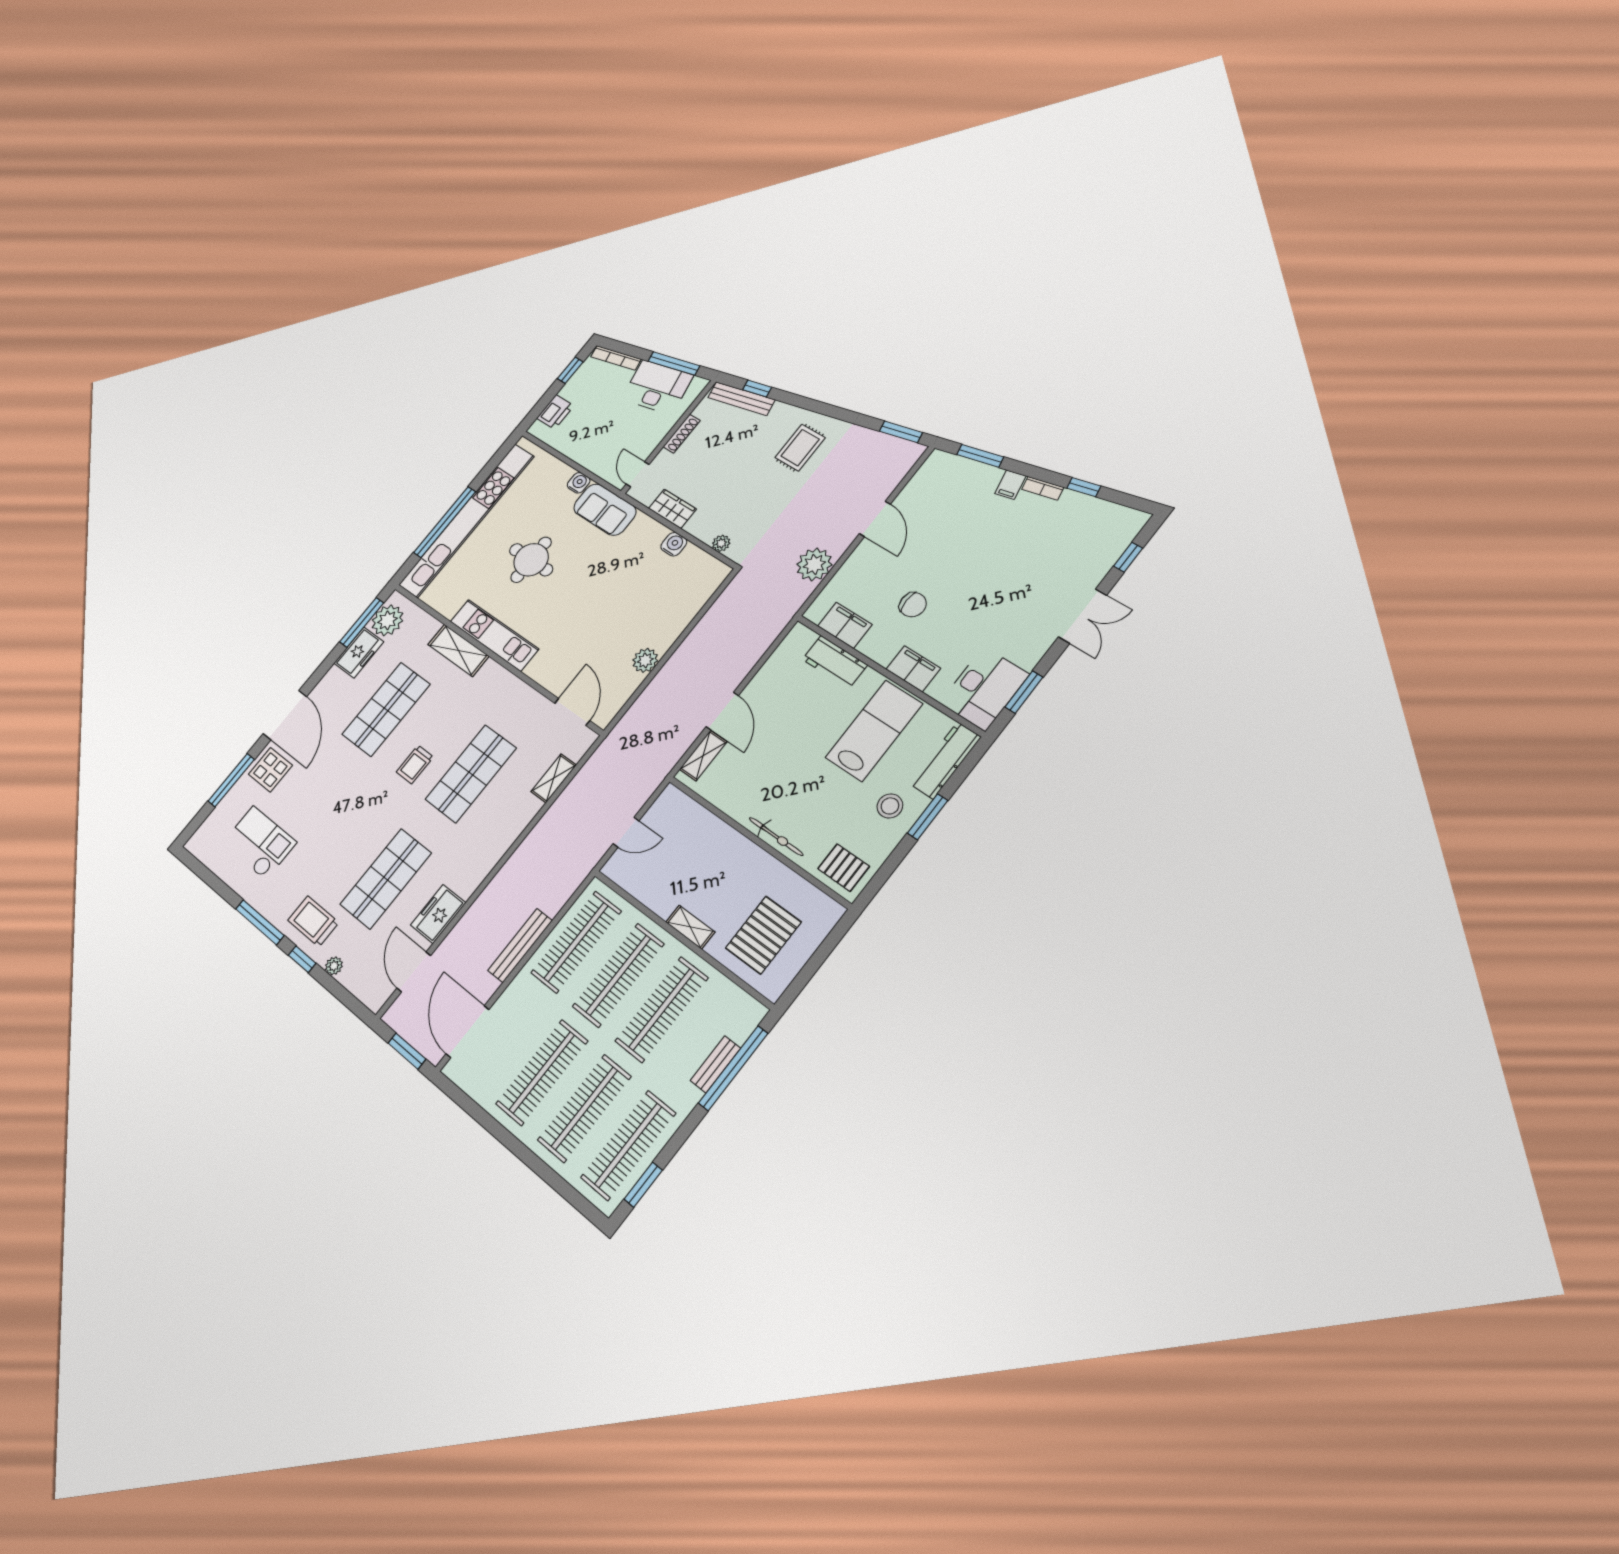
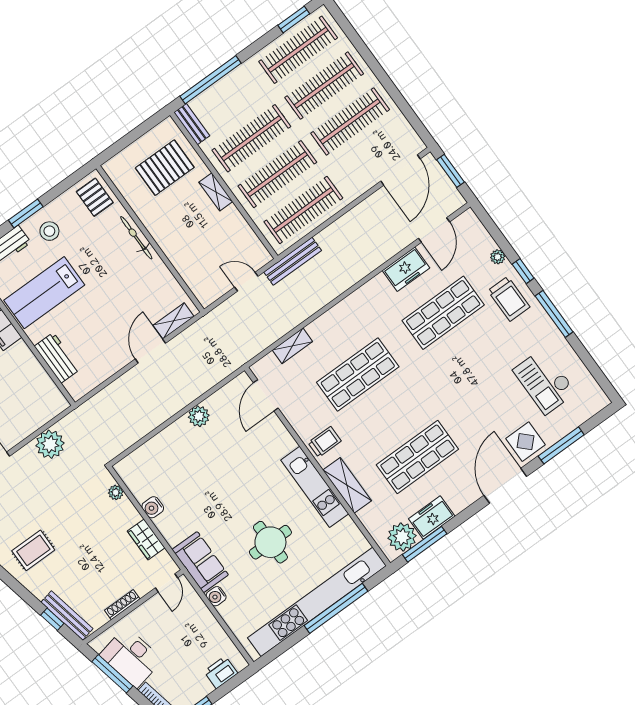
filing cabinet: (845, 625) -> (42, 385), removed
trolley: (415, 765) -> (325, 442), moved
bench: (520, 946) -> (293, 261), moved
bench: (715, 1064) -> (192, 124), moved, turned 90

